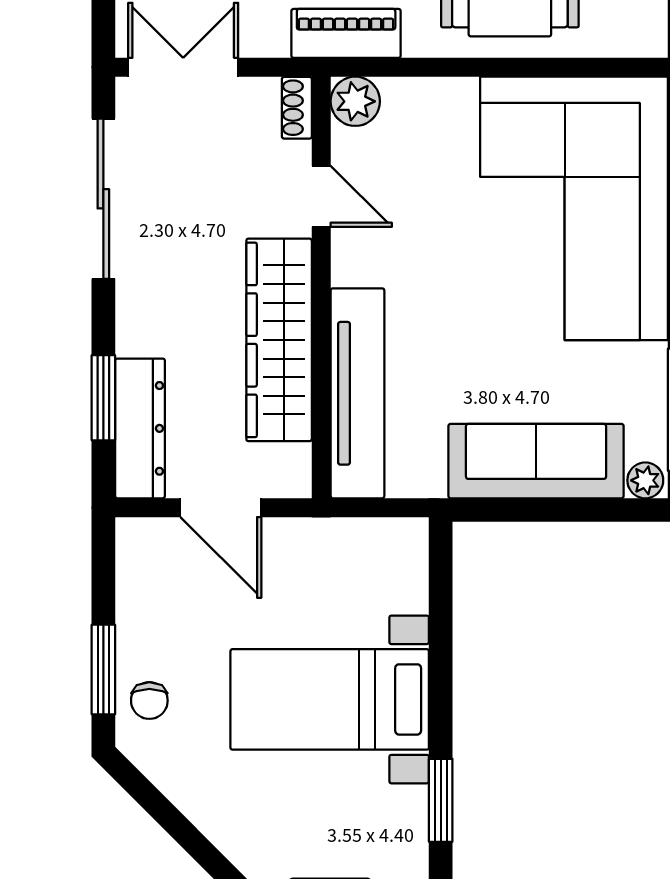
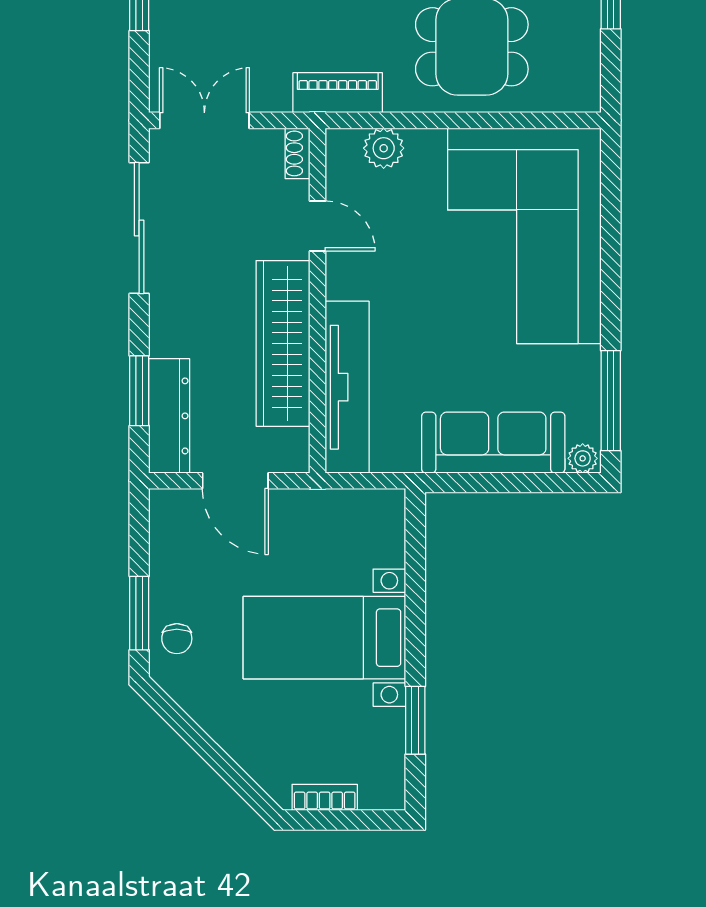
plant: (355, 101) -> (384, 148), moved

